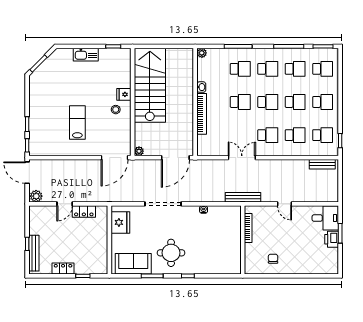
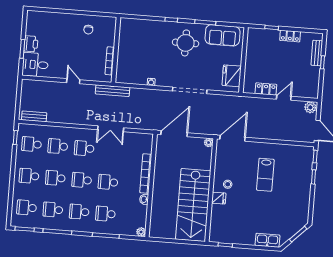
kitchen sink: (86, 55) -> (267, 240), moved
bench: (34, 253) -> (317, 53), width x0.73

